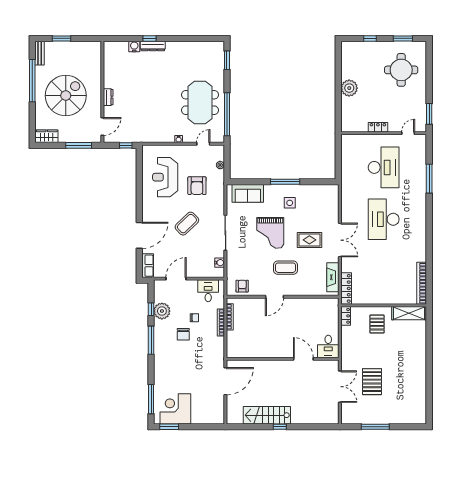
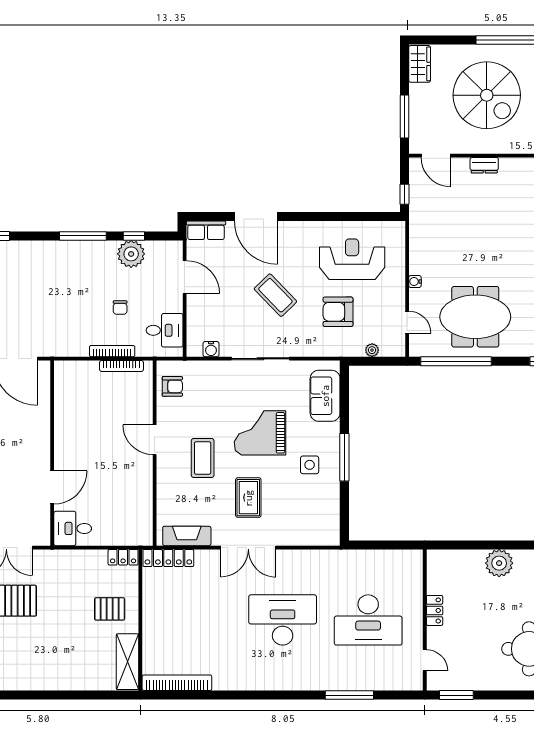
chair: (183, 334) -> (93, 289), removed

